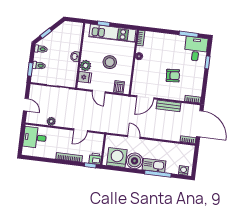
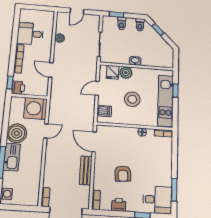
printer: (198, 81) -> (119, 205), added
desk: (35, 137) -> (30, 34), moved, turned -90
washing machine: (117, 157) -> (35, 108), moved, turned 180

